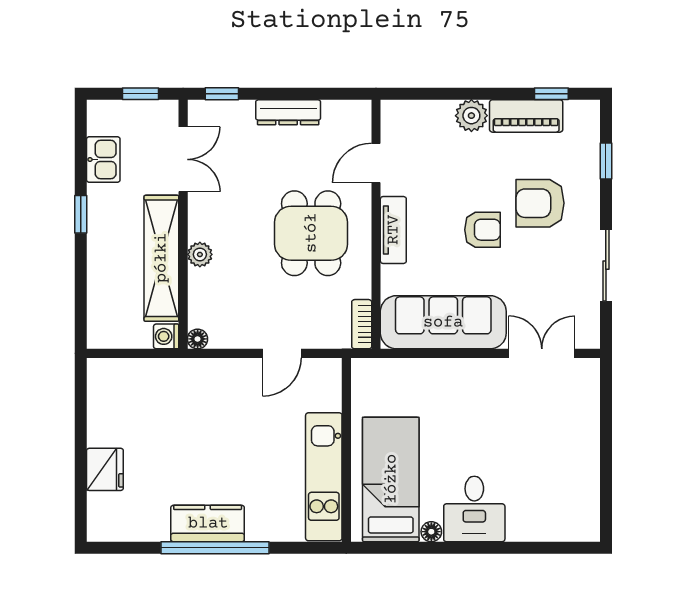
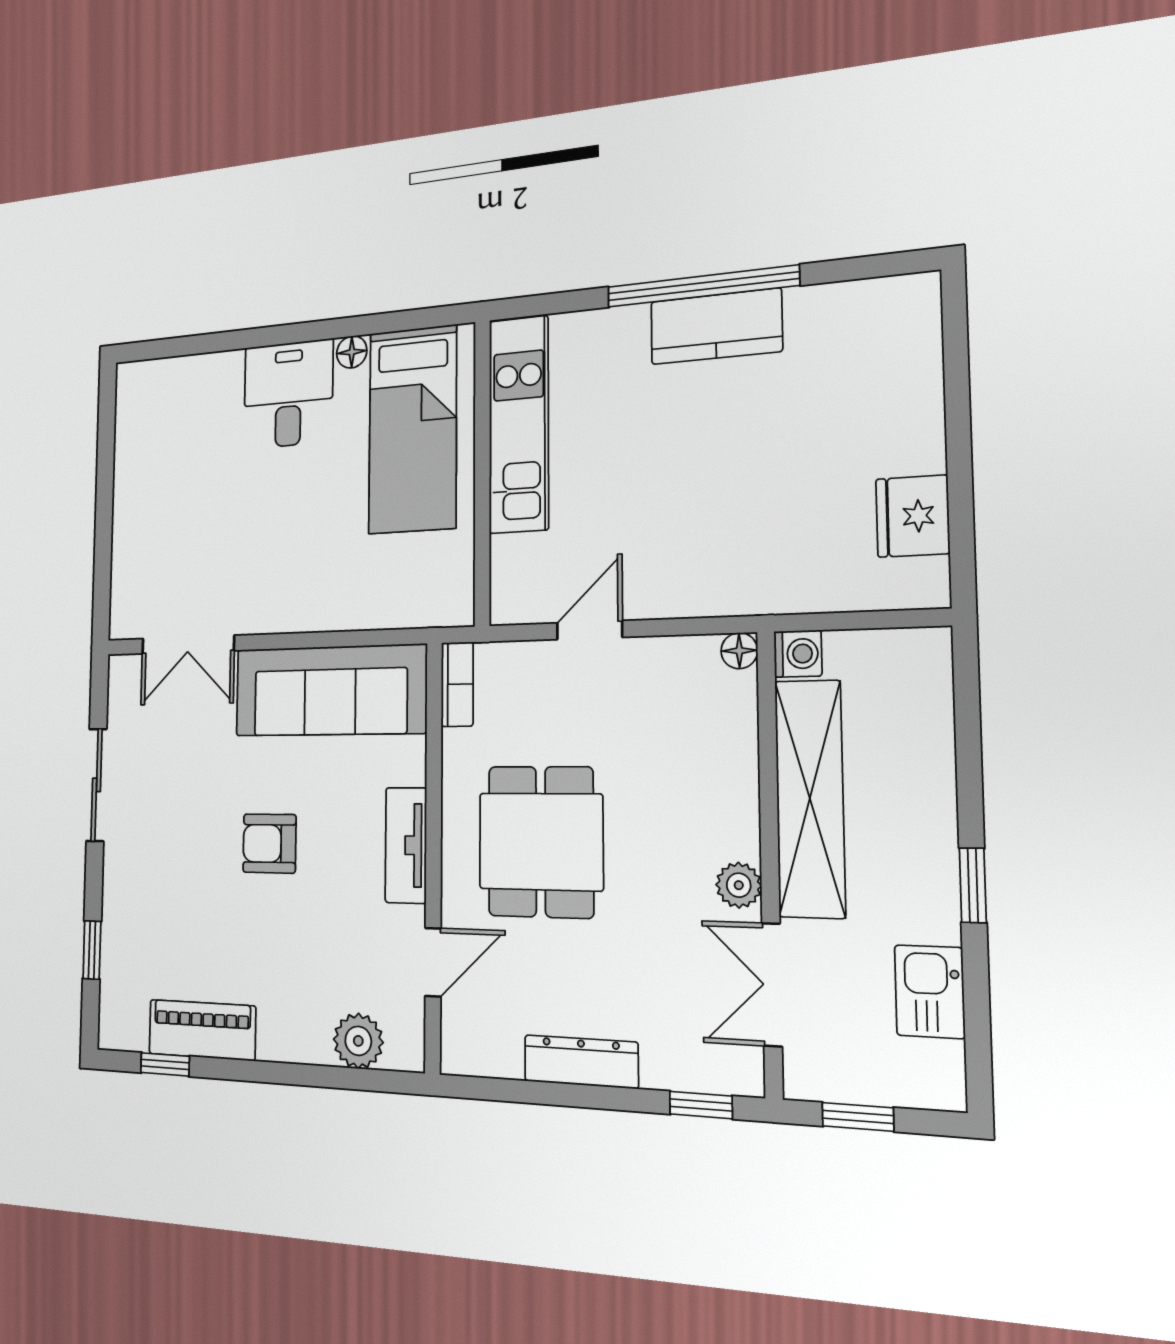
plant: (471, 116) -> (358, 1041), moved
armchair: (540, 203) -> (185, 885), removed
plant: (200, 254) -> (739, 885), moved
fridge: (105, 469) -> (913, 516), moved

